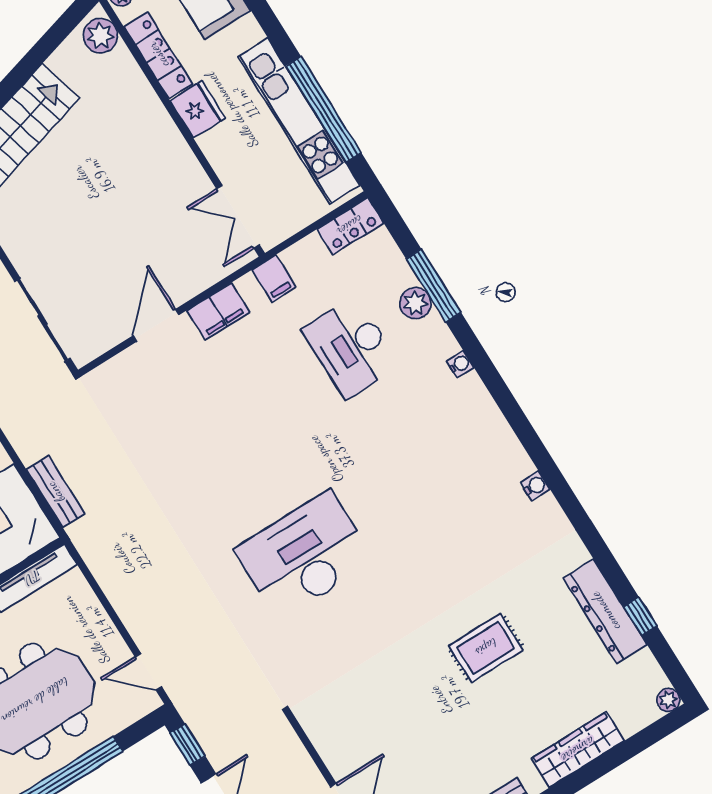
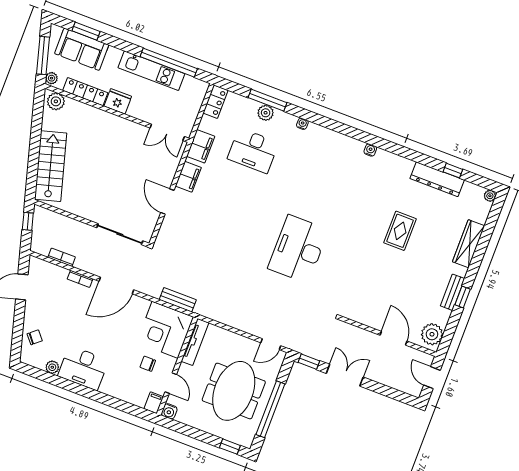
kitchen unit: (299, 121) -> (151, 71), width x0.73
filing cabinet: (274, 278) -> (201, 146), width x2.00

